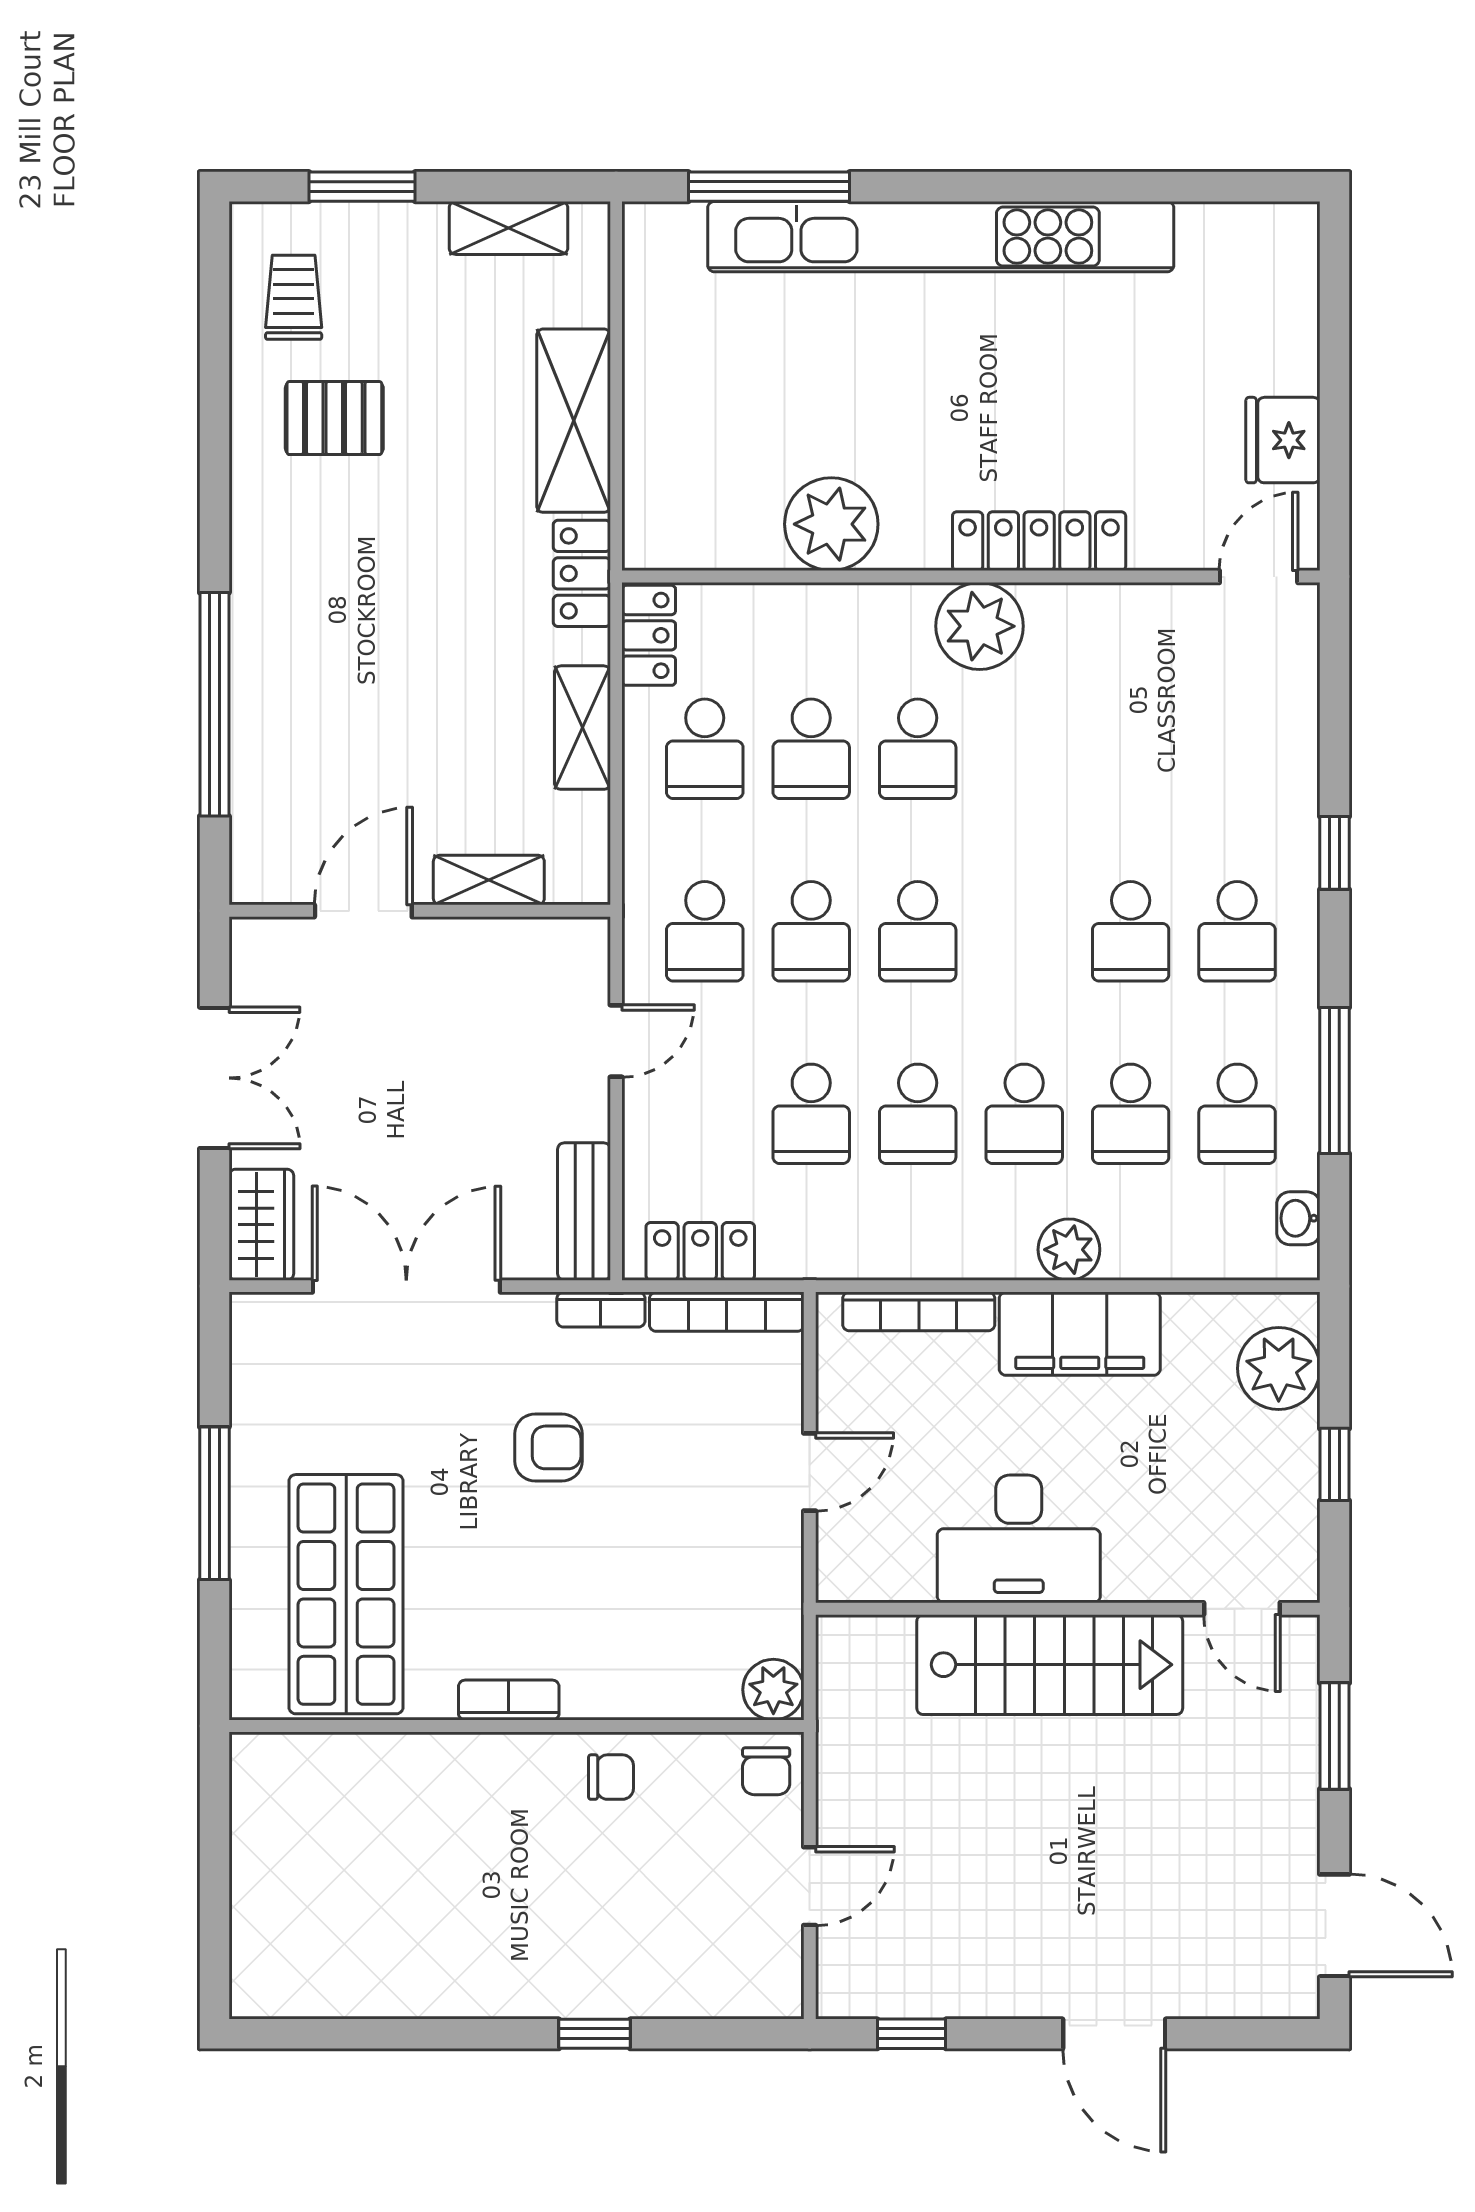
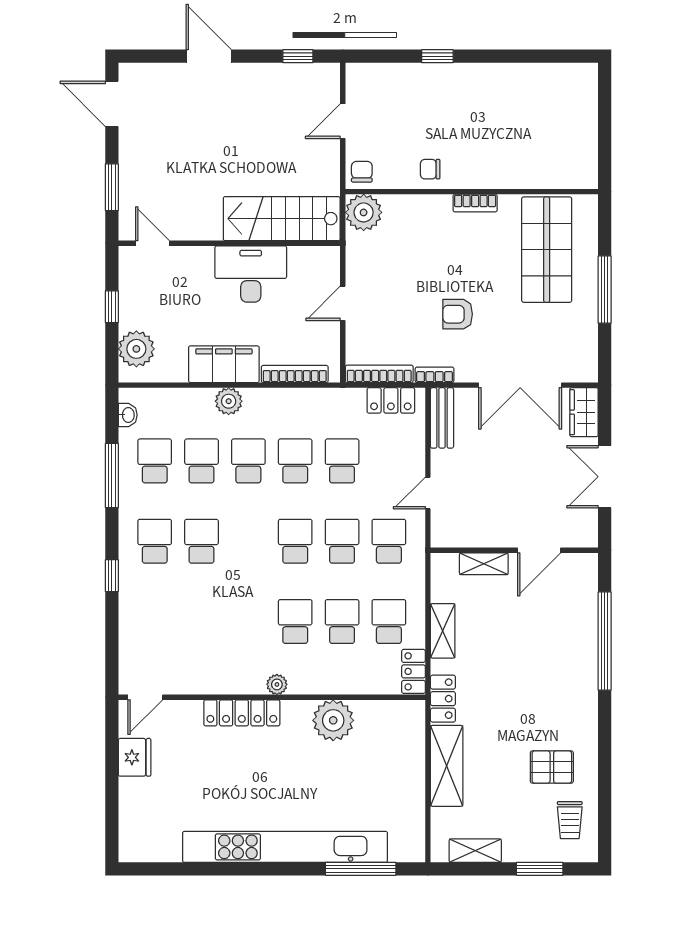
plant: (980, 626) -> (277, 684), width x0.53, depth x0.53
stairs: (1050, 1665) -> (282, 219), moved
plant: (773, 1690) -> (364, 212), width x1.36, depth x1.36

